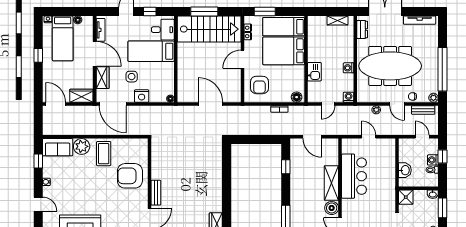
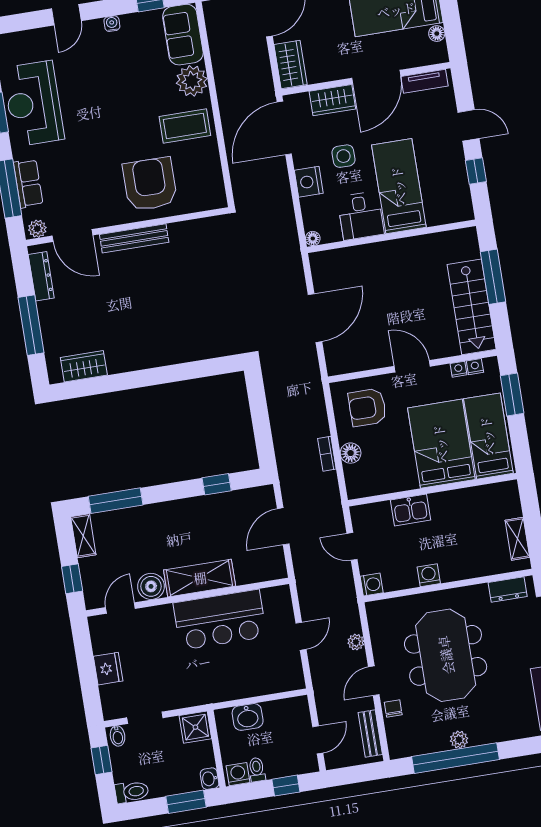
stairs: (209, 29) -> (472, 307), width x0.73, depth x0.66
desk: (163, 30) -> (361, 216), moved
meeting table: (390, 66) -> (446, 655), width x0.73
floor lamp: (297, 97) -> (351, 453), moved
plant: (433, 98) -> (459, 740), moved
washing machine: (433, 160) -> (238, 774), moved
bench: (156, 193) -> (134, 238), width x1.36

